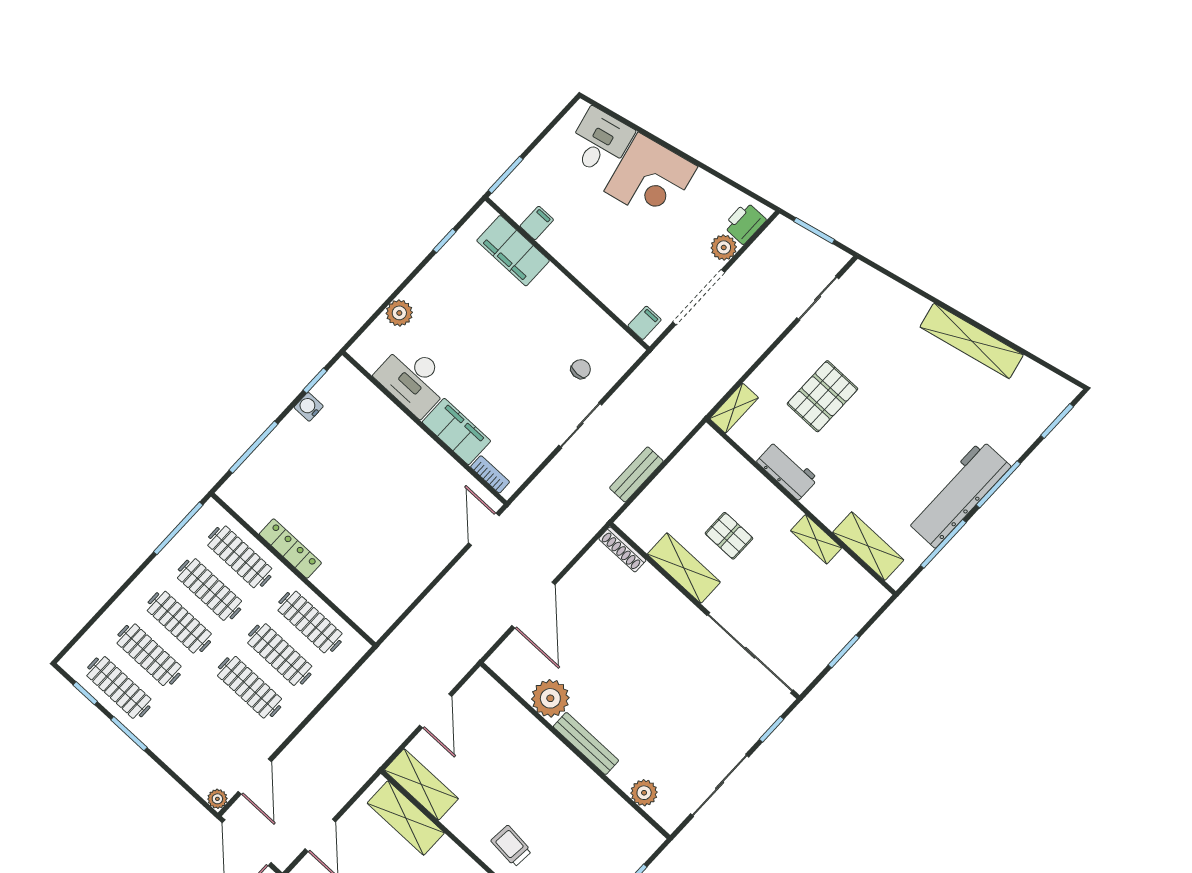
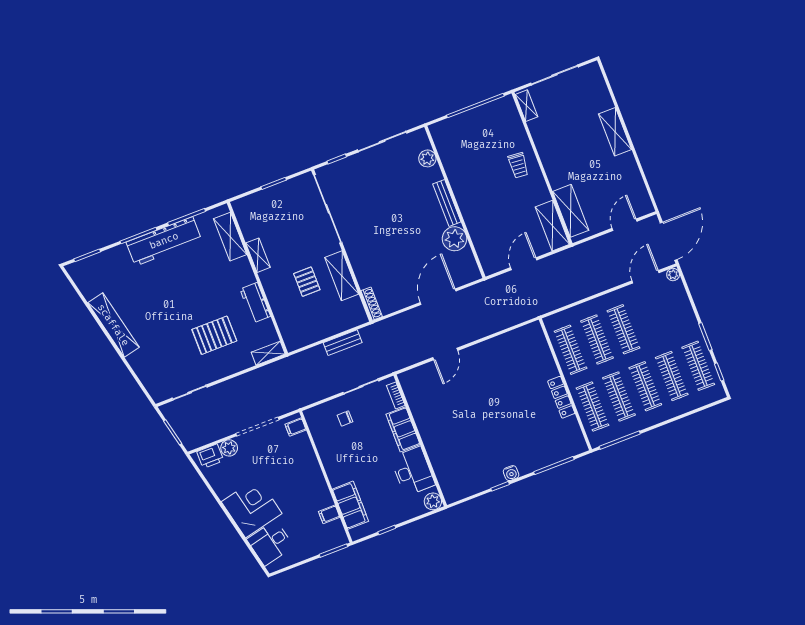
desk: (414, 379) -> (413, 471), moved
wall: (424, 428) -> (420, 440), moved
filing cabinet: (456, 432) -> (403, 429), moved
bookcase: (490, 474) -> (396, 395), moved

